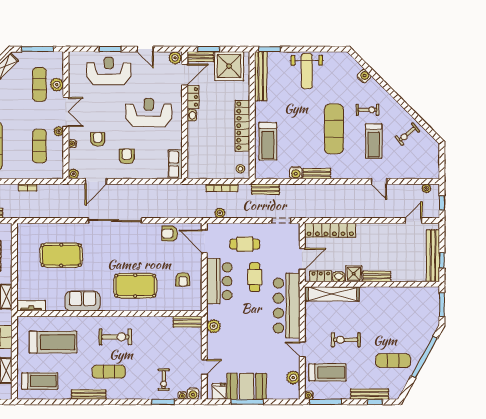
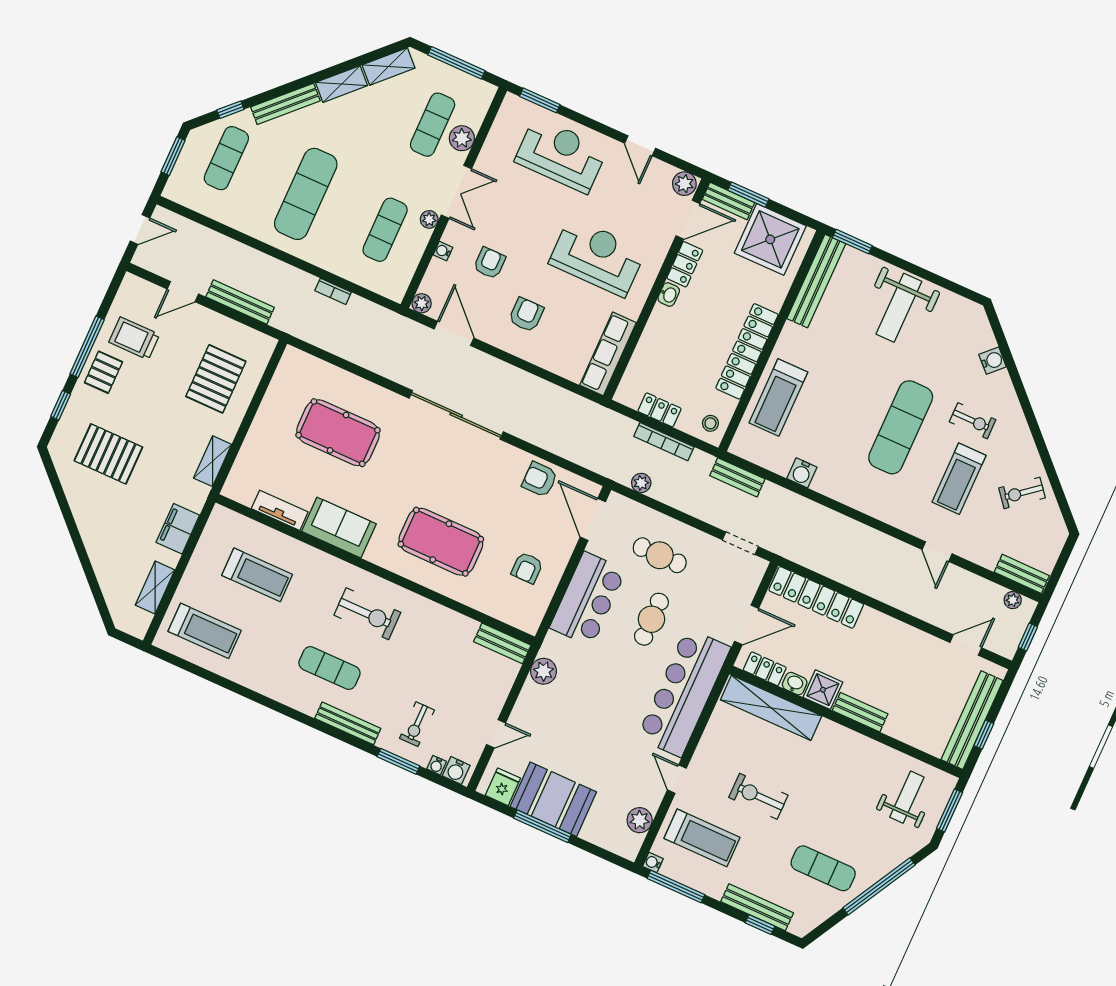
window: (110, 49) -> (540, 100), moved
row of seats: (175, 164) -> (608, 354), width x1.48
locker: (213, 173) -> (660, 410), added
bench: (317, 174) -> (1022, 574), moved
door: (96, 181) -> (454, 333), swing flipped
tv unit: (31, 306) -> (280, 510), moved
weight bench: (418, 308) -> (907, 797), added
treadmill: (53, 342) -> (257, 575), width x0.73, depth x0.73
bench: (89, 395) -> (348, 723), moved

